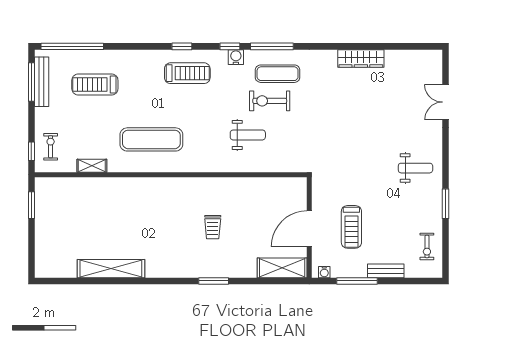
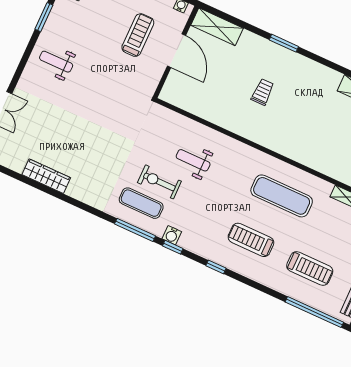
wardrobe: (361, 58) -> (46, 176), moved
treadmill: (187, 73) -> (251, 240), moved
exercise bike: (270, 101) -> (159, 182), turned 180
door: (309, 229) -> (176, 51), hinge flipped

